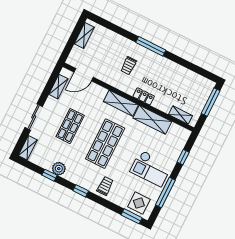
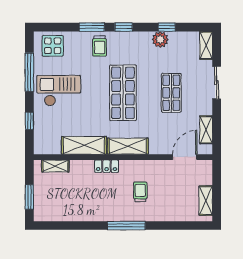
window: (211, 102) -> (29, 197), width x0.69
window: (132, 216) -> (92, 27), moved

